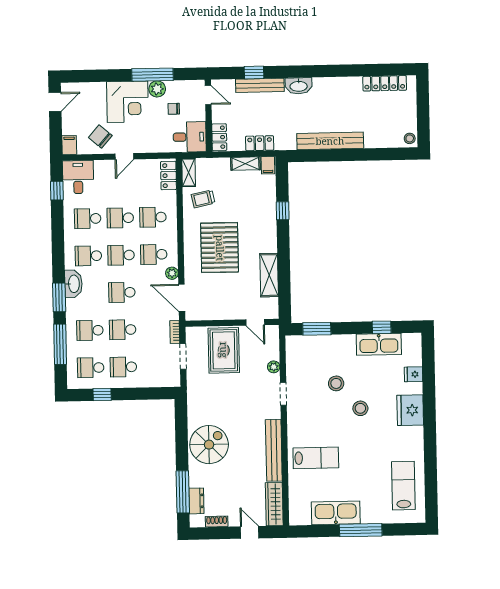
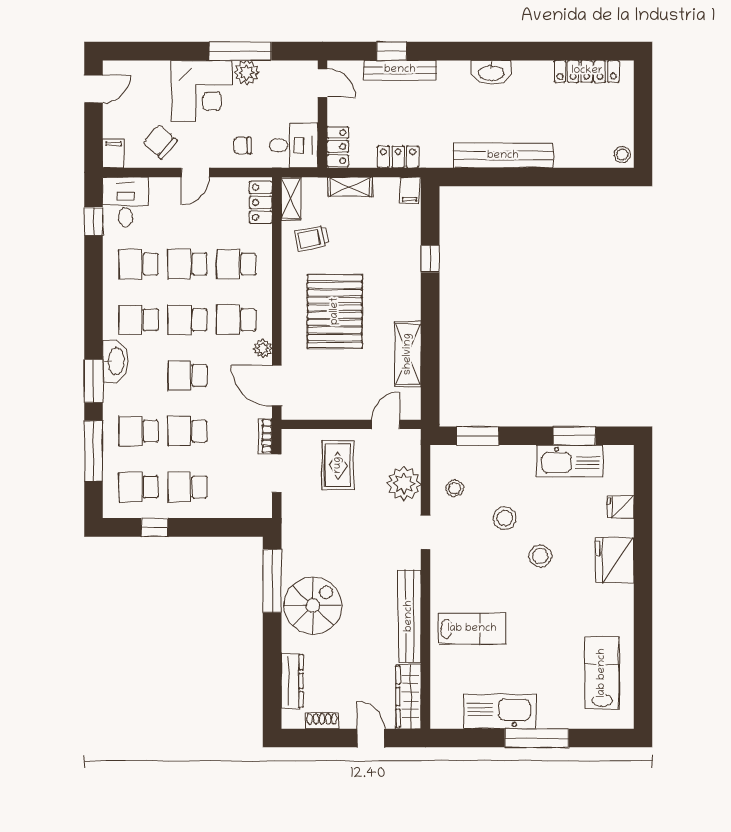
washbasin: (299, 86) -> (491, 72), moved
chair: (174, 109) -> (243, 145), moved
shelving: (245, 164) -> (350, 187), moved
door: (255, 322) -> (386, 424), swing flipped
window: (382, 327) -> (574, 436), width x1.50
rug: (224, 350) -> (338, 465), width x0.73, depth x0.70
stool: (302, 364) -> (455, 488), added
plant: (274, 367) -> (404, 483), width x1.88, depth x1.88
window: (183, 492) -> (272, 581), moved
dresser: (196, 501) -> (292, 681), width x1.44

